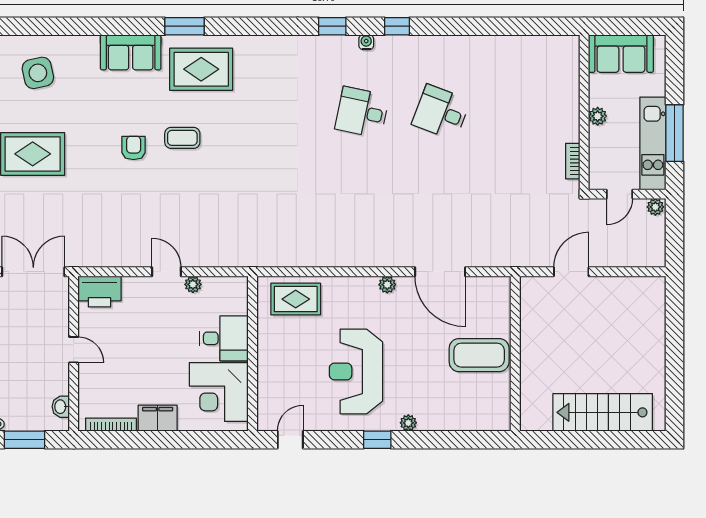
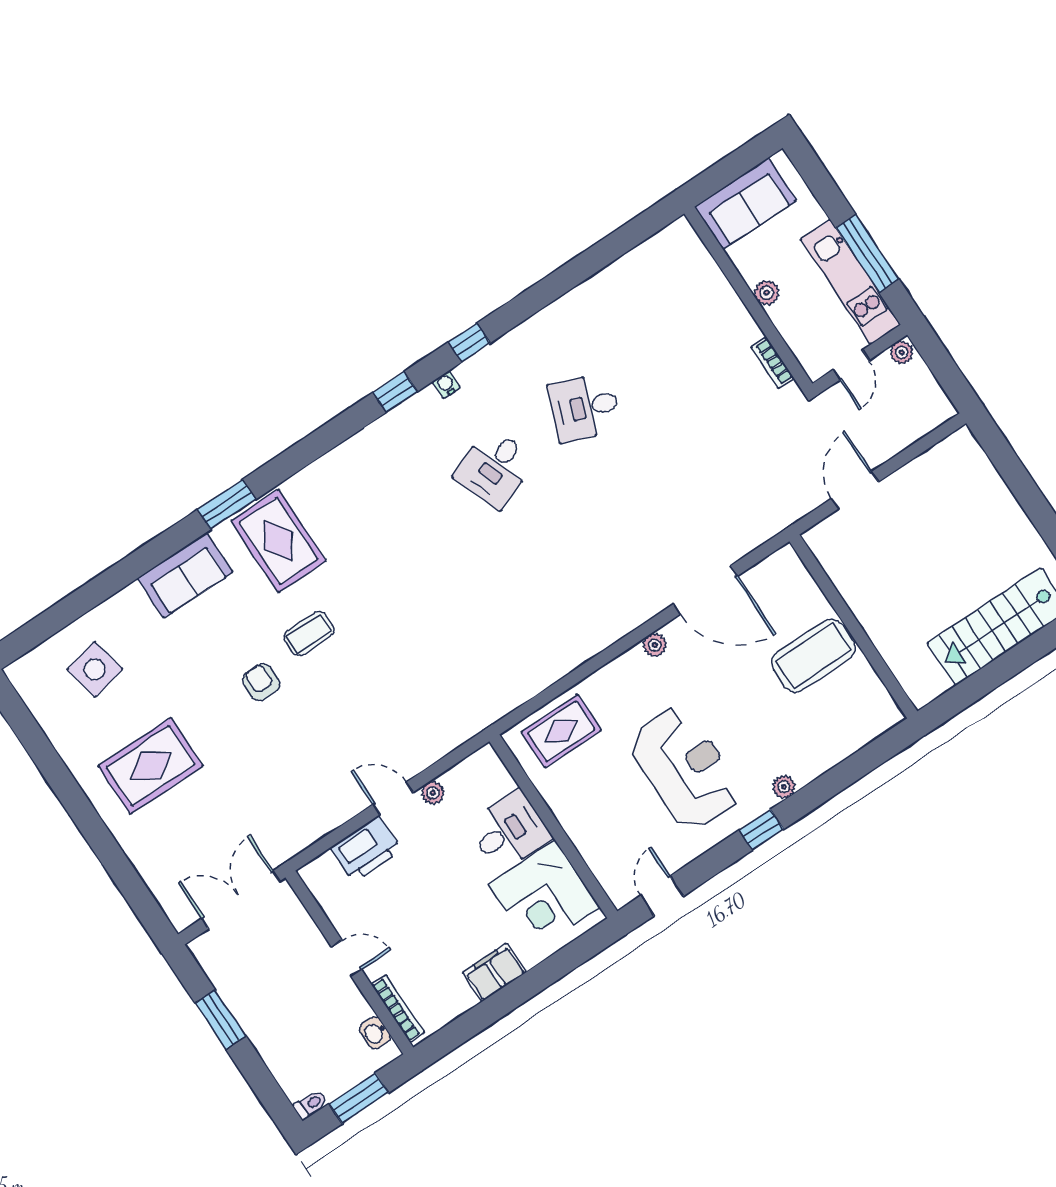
rug: (201, 69) -> (278, 541), turned 90
desk: (362, 112) -> (495, 468), turned -33
printer: (100, 291) -> (366, 849), moved
reception desk: (356, 372) -> (685, 768), turned 180
bookcase: (111, 425) -> (398, 1008), moved, turned 90

